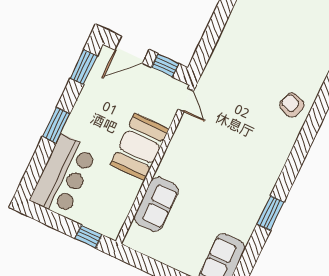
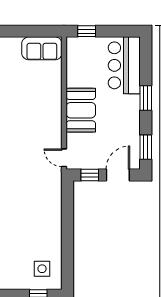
sofa: (156, 204) -> (42, 48), moved, turned -90

